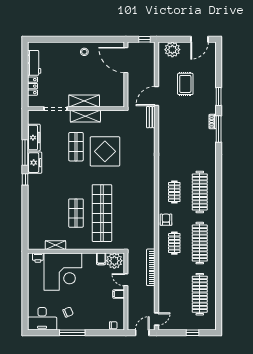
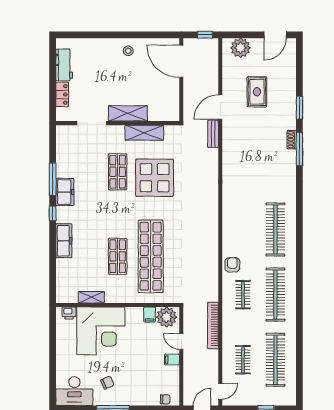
shelving: (85, 116) -> (144, 133), moved
freezer: (34, 138) -> (64, 241), moved
clothes rail: (174, 192) -> (243, 360), moved

